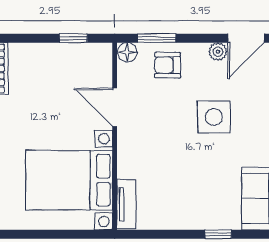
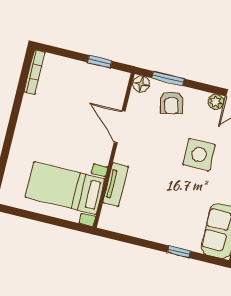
armchair: (168, 65) -> (172, 103), turned -104
bed with nightstands: (69, 180) -> (65, 188), width x0.73
tv unit: (126, 204) -> (116, 185), moved

